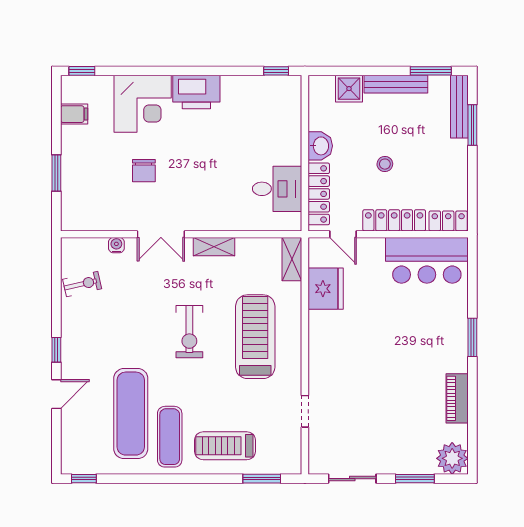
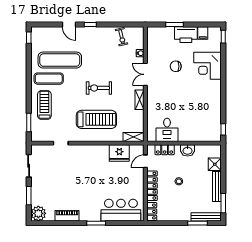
printer: (196, 92) -> (186, 35), moved, turned -90
locker: (319, 194) -> (165, 150), width x0.66
bar counter: (427, 260) -> (121, 210), moved, turned 90

